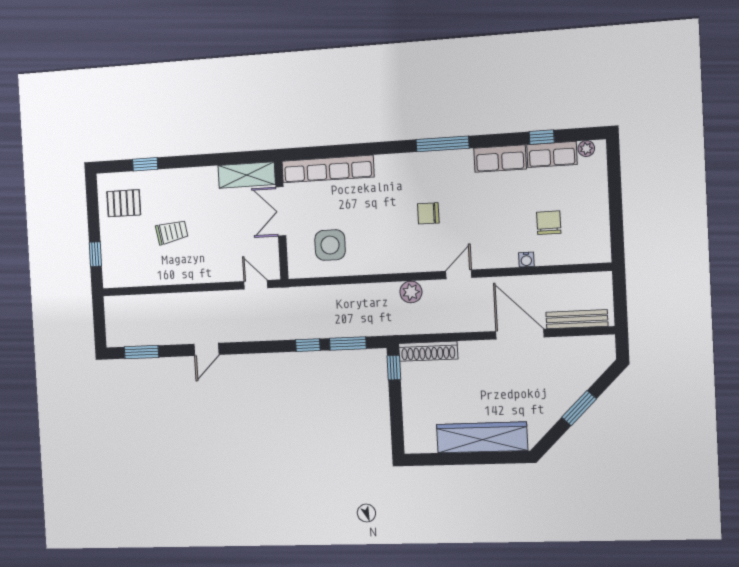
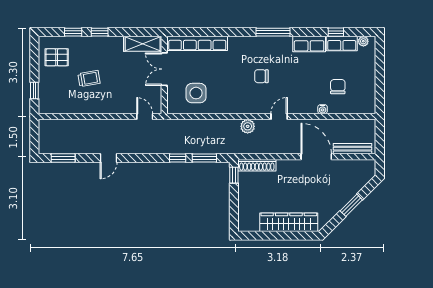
window: (183, 162) -> (100, 32), added

